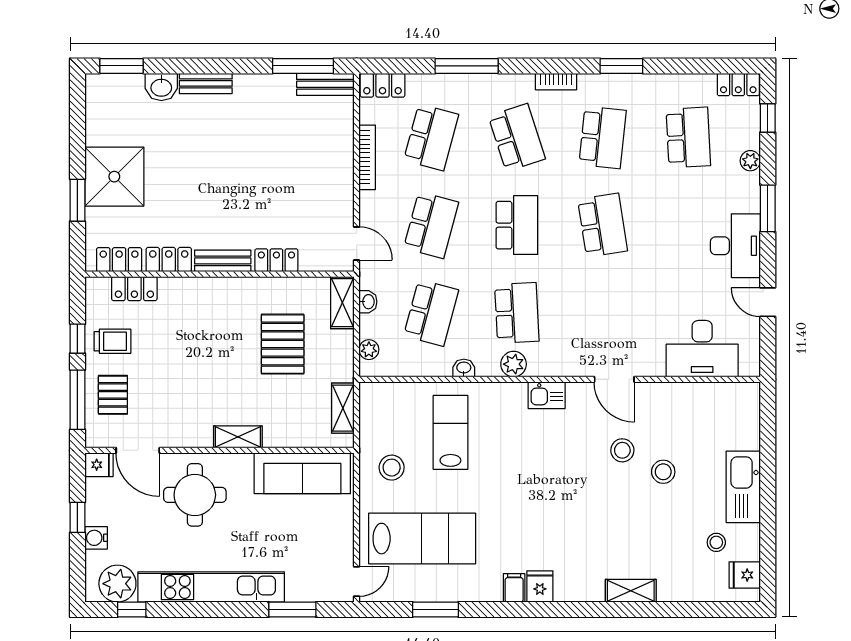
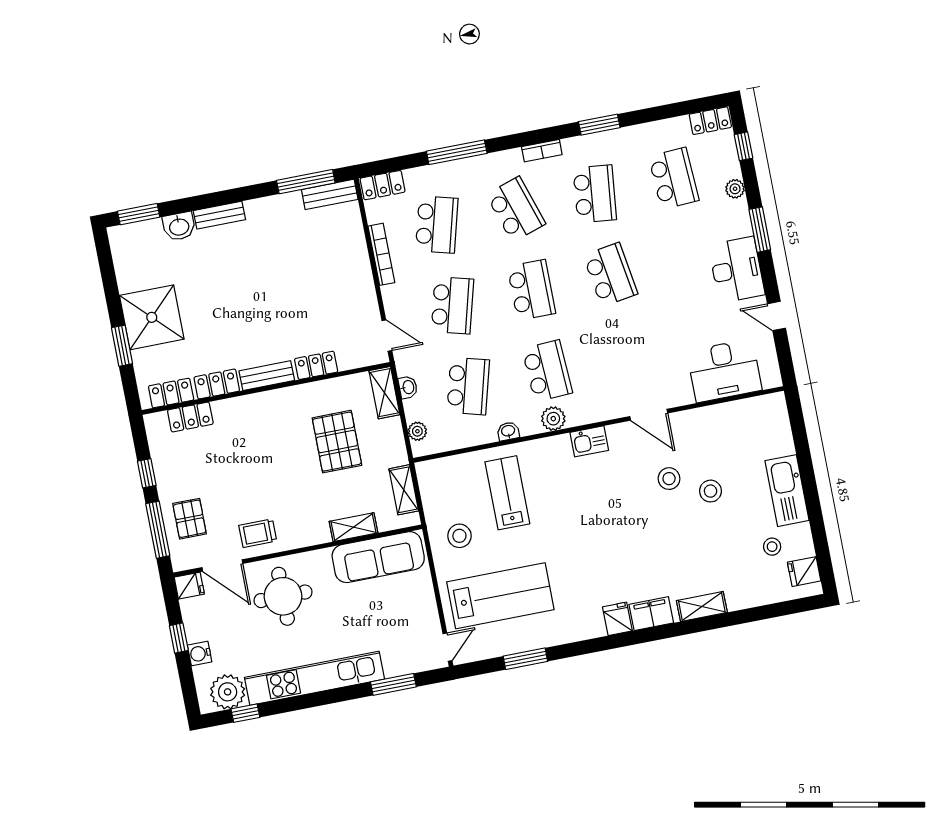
trolley: (112, 341) -> (258, 533), moved, turned 180
shelving: (238, 437) -> (354, 527), moved
filing cabinet: (514, 588) -> (651, 614), moved, width x2.00

